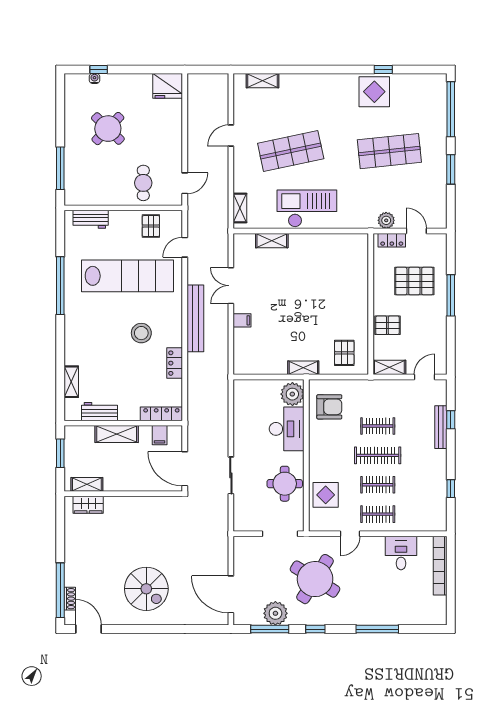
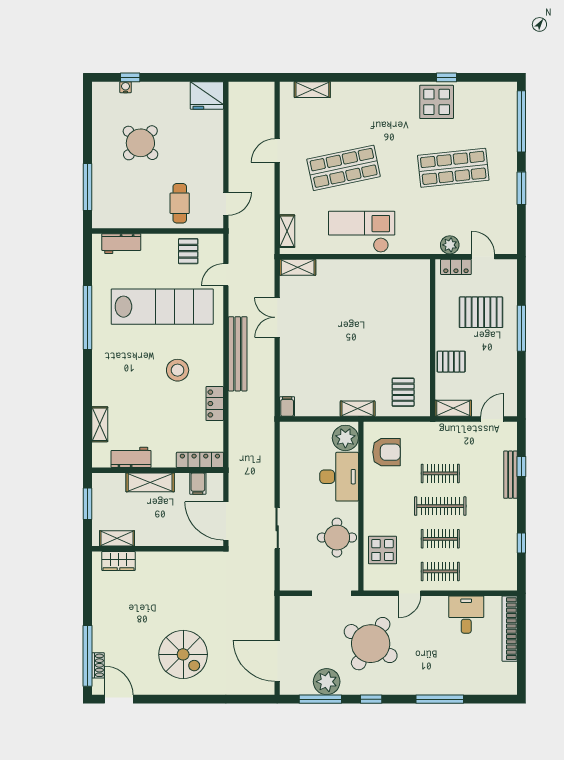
shelving: (272, 241) -> (298, 267), moved
filing cabinet: (242, 320) -> (287, 407), moved, turned -90

